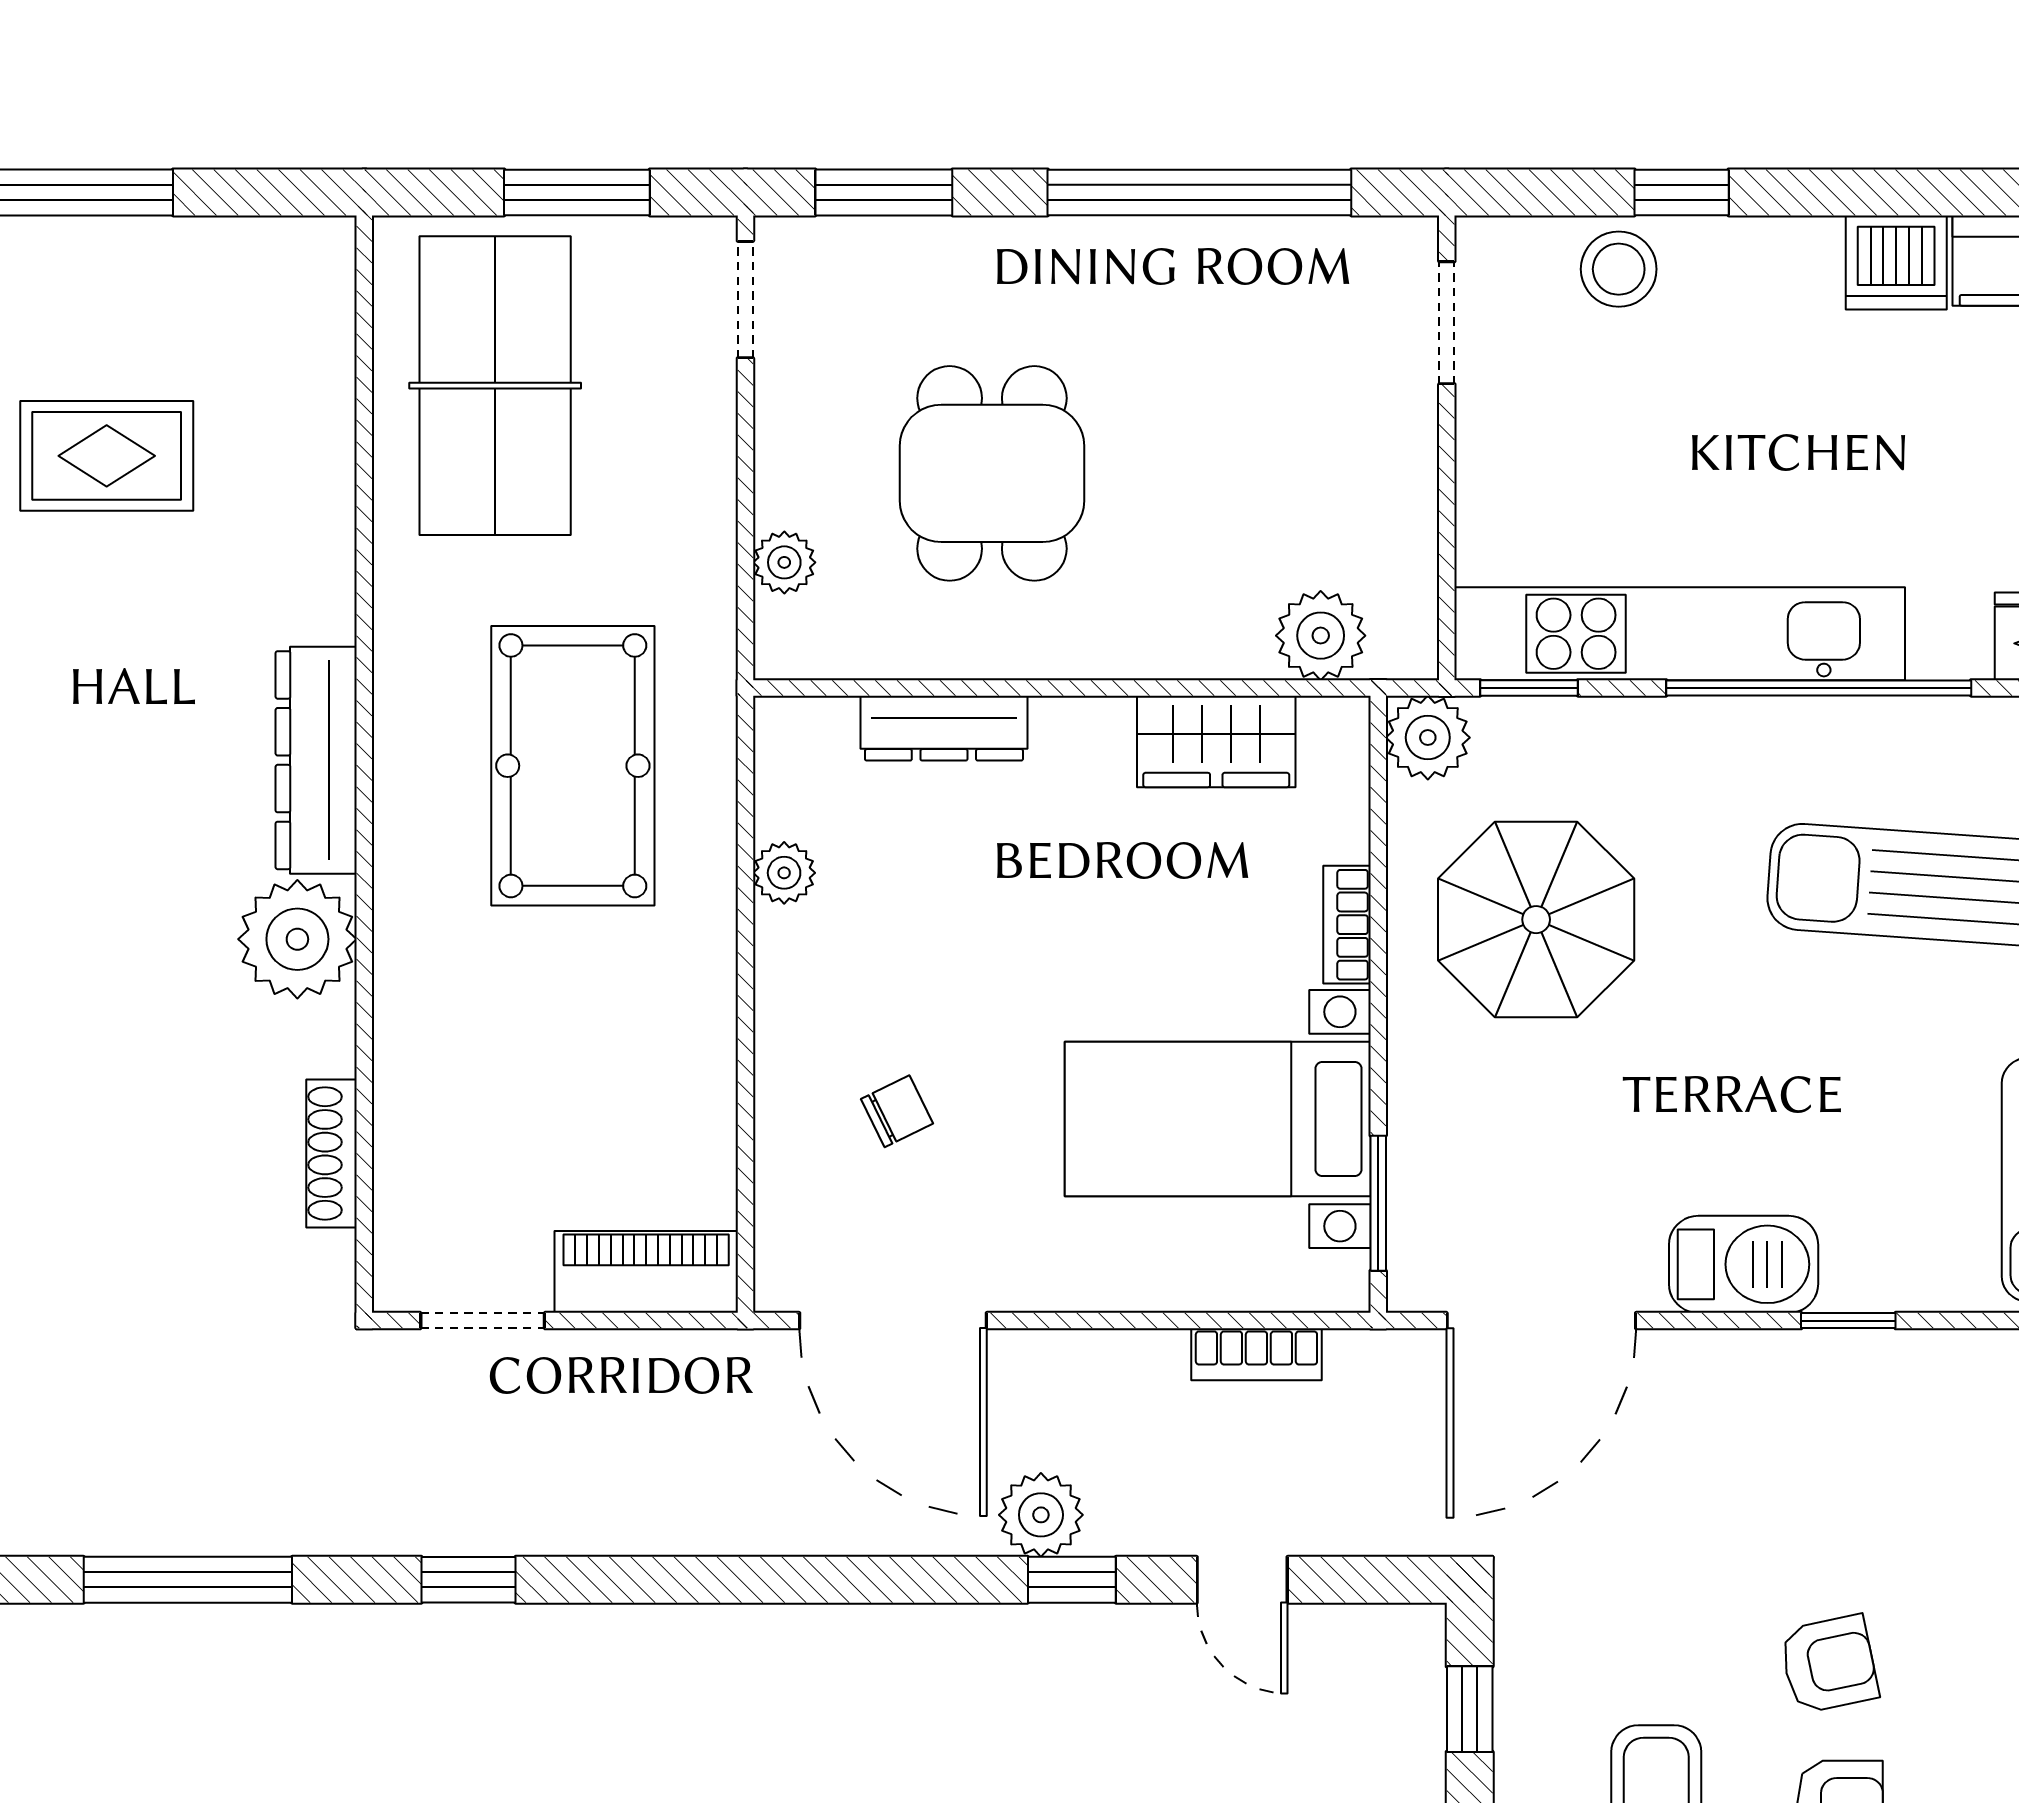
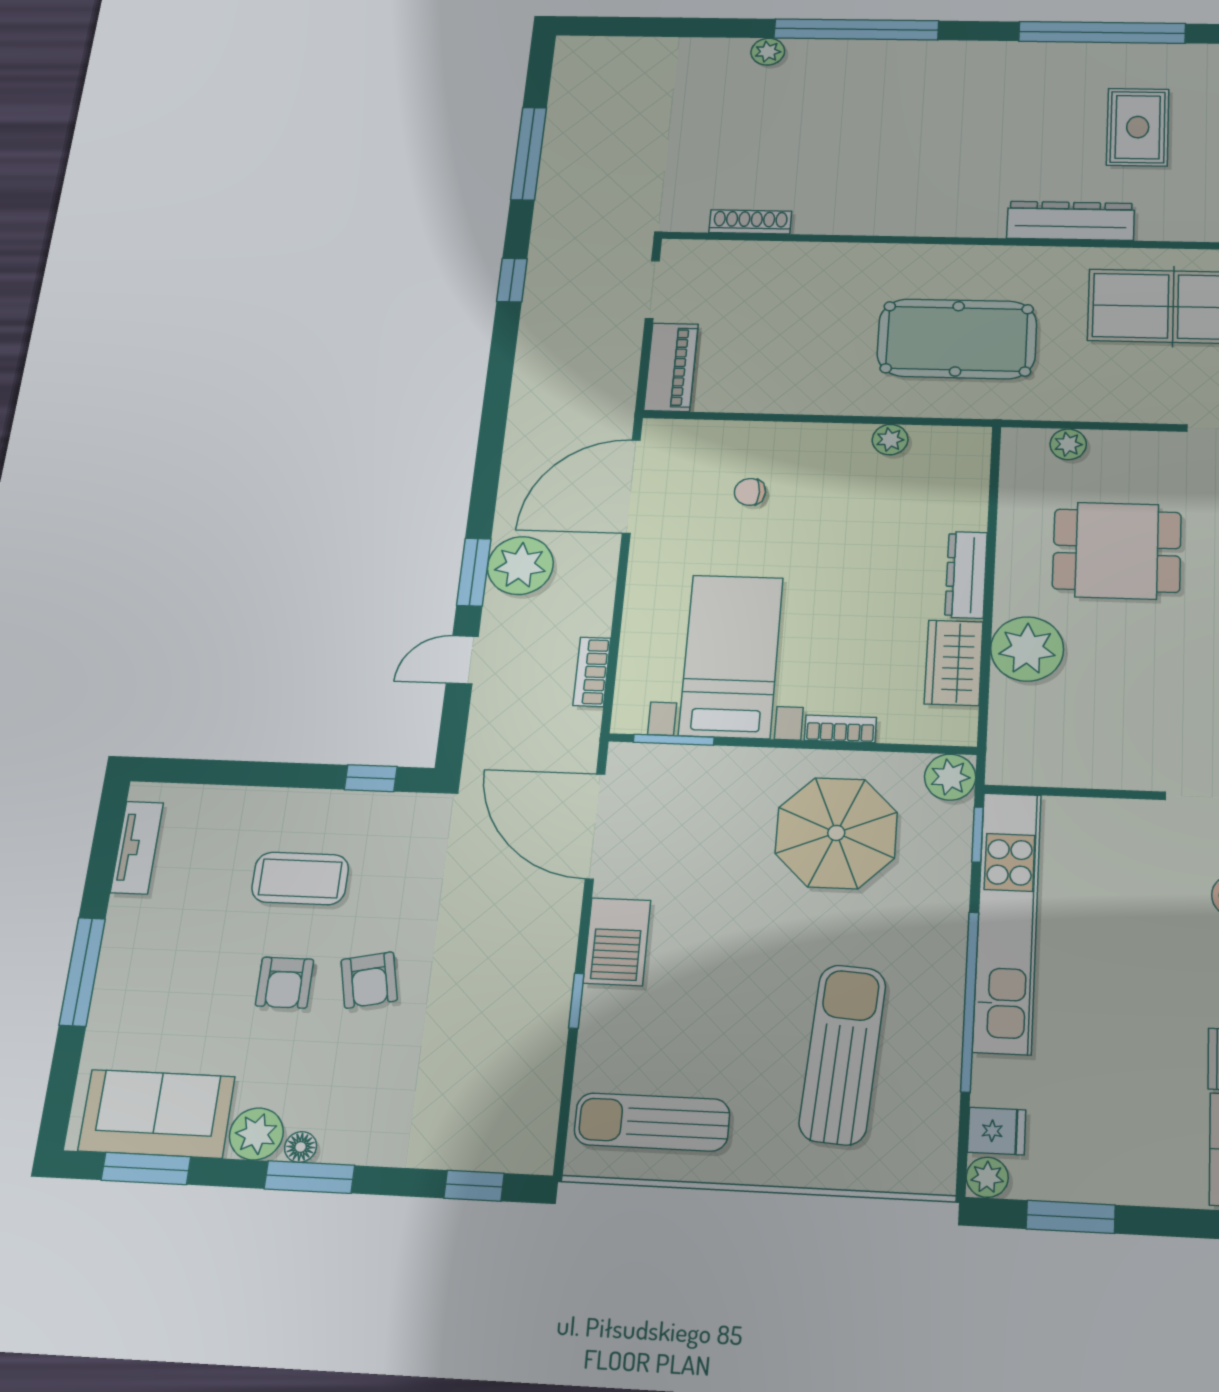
plant: (1321, 636) -> (1027, 649), moved, width x1.36, depth x1.36
dresser: (944, 728) -> (966, 575), moved
dresser: (316, 760) -> (1071, 221), moved
plant: (297, 939) -> (869, 209), removed
chair: (897, 1111) -> (750, 492), turned 116
plant: (1041, 1515) -> (520, 566), width x1.36, depth x1.36
window: (1072, 1580) -> (474, 572), width x1.50

